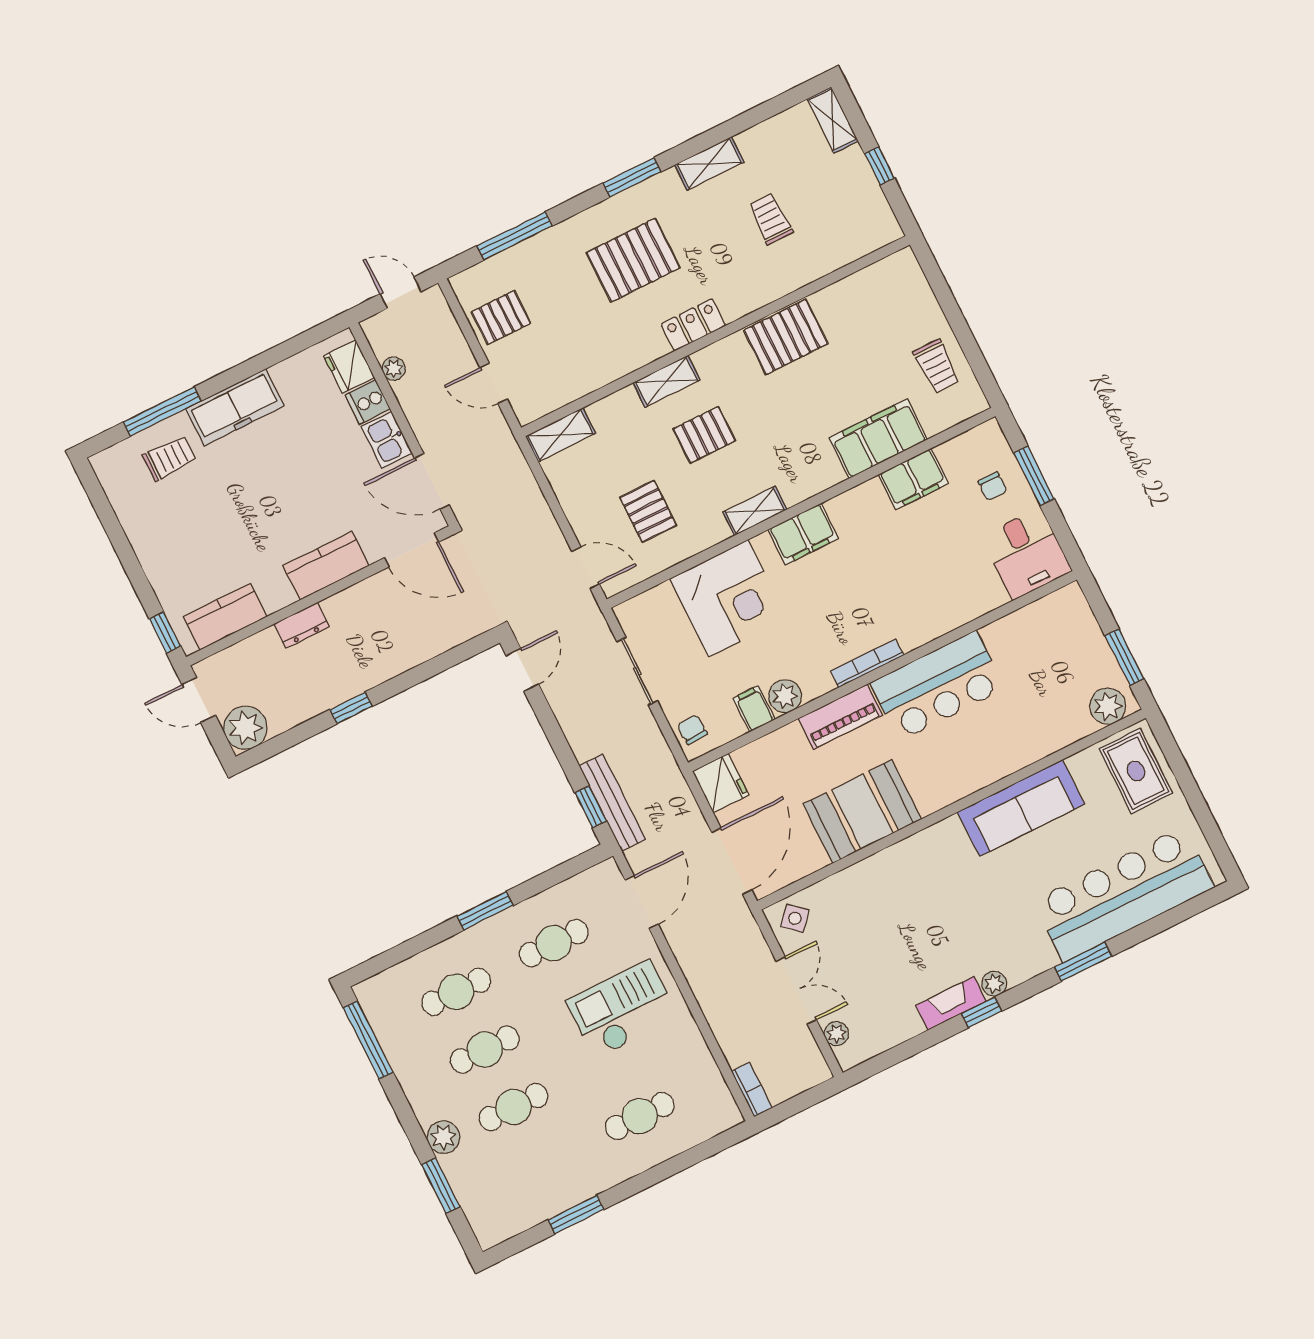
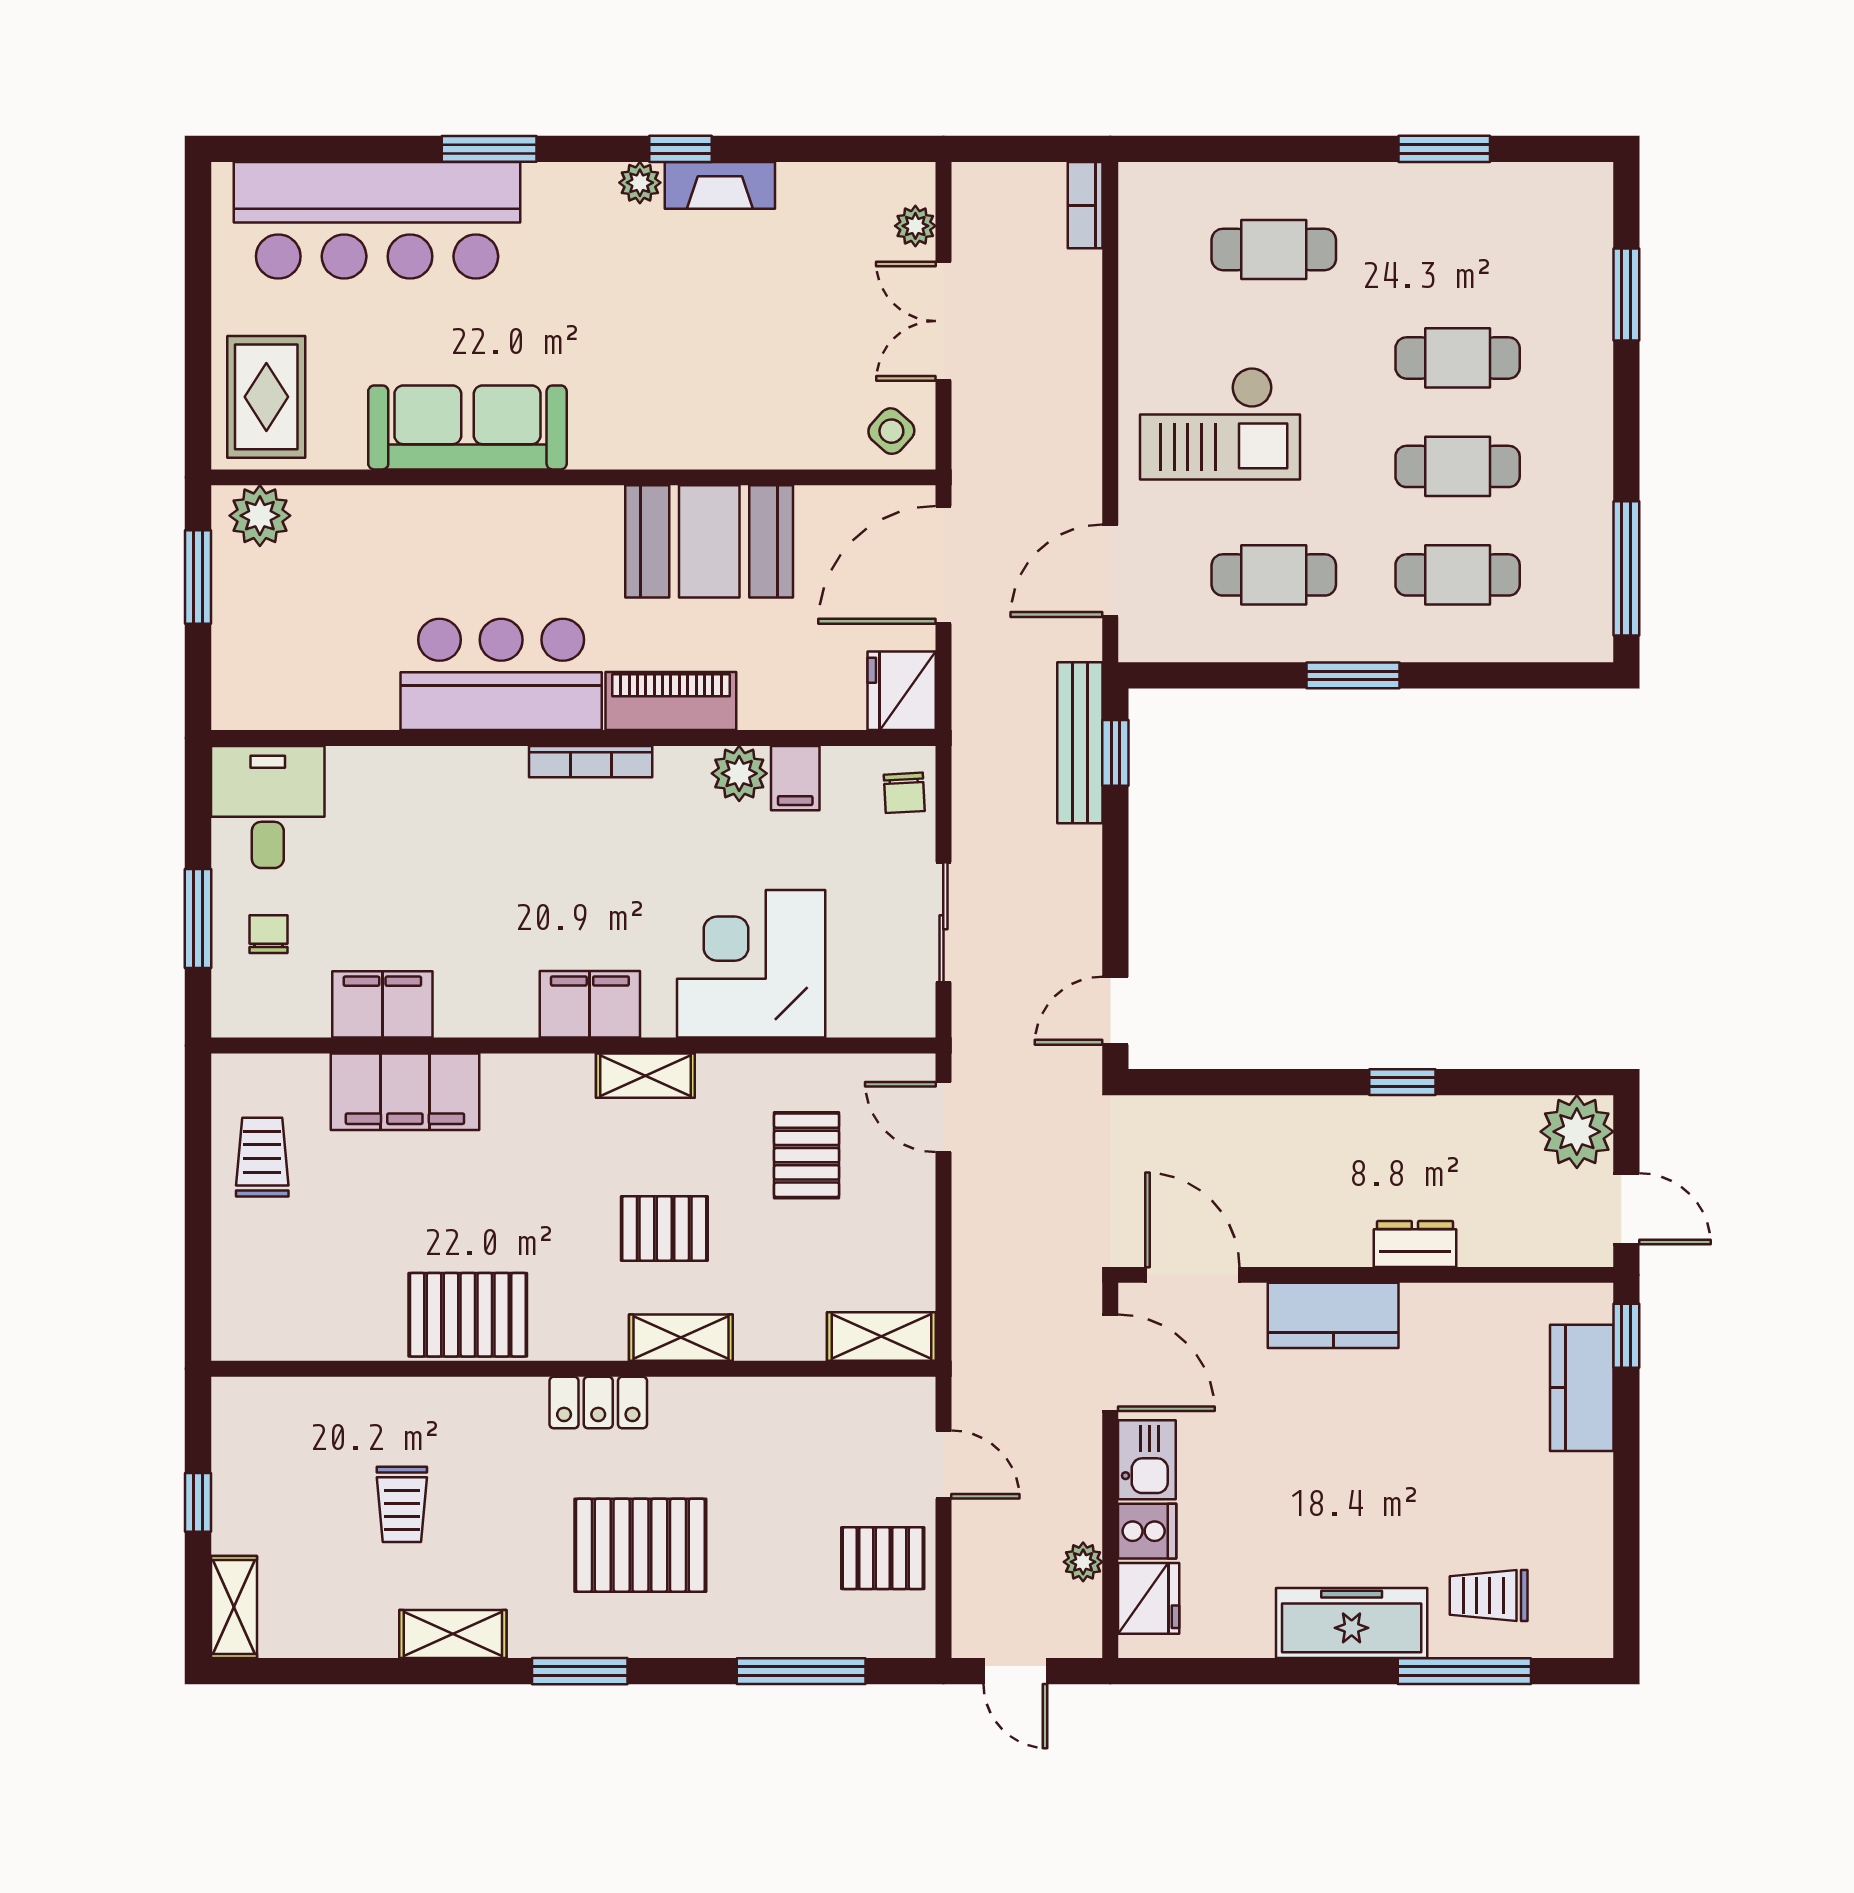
kitchen counter: (225, 617) -> (1582, 1388), moved, turned 90
plant: (443, 1137) -> (1586, 365), removed

